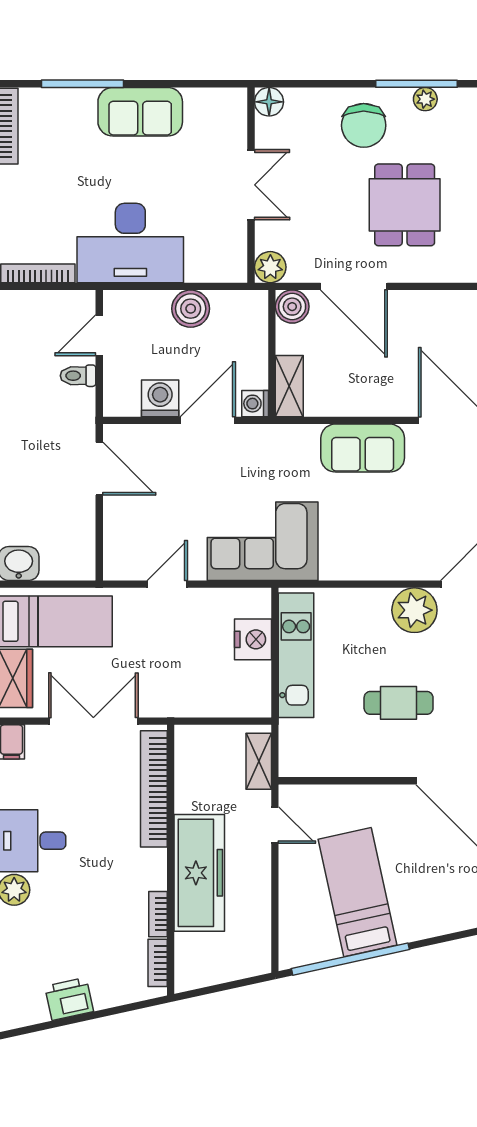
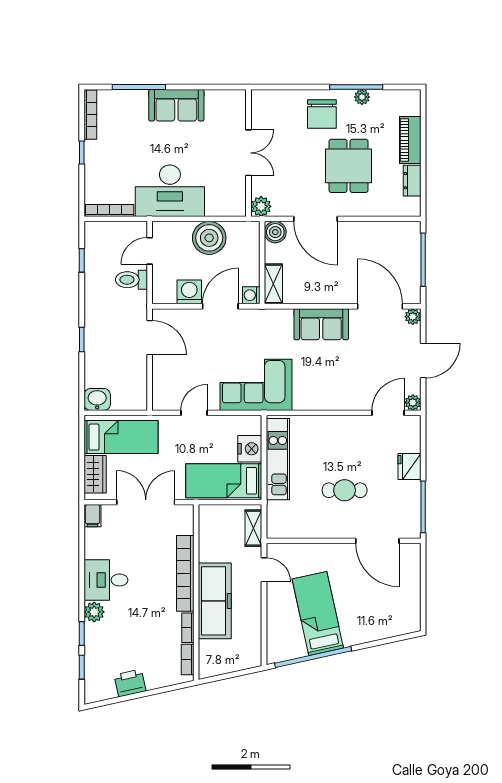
floor lamp: (269, 102) -> (260, 99), removed
boiler: (191, 309) -> (209, 238), width x1.37, depth x1.37
toilet: (78, 376) -> (131, 280), width x1.37, depth x1.39
plant: (414, 610) -> (355, 430), removed
bed: (213, 688) -> (224, 481), added
bookcase: (154, 789) -> (185, 573), moved

